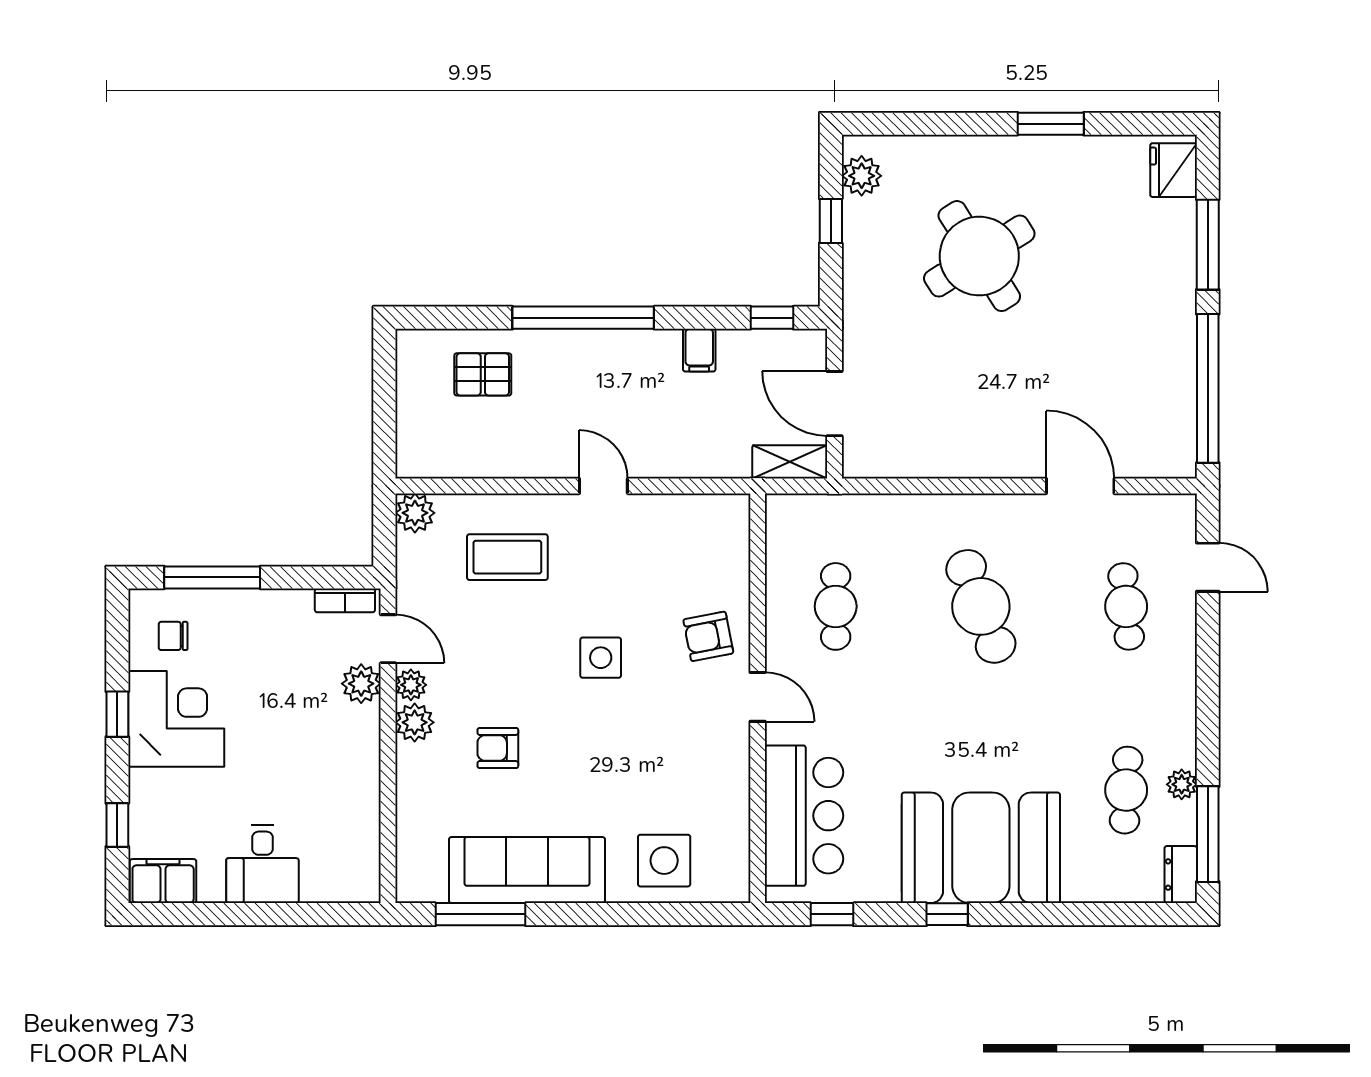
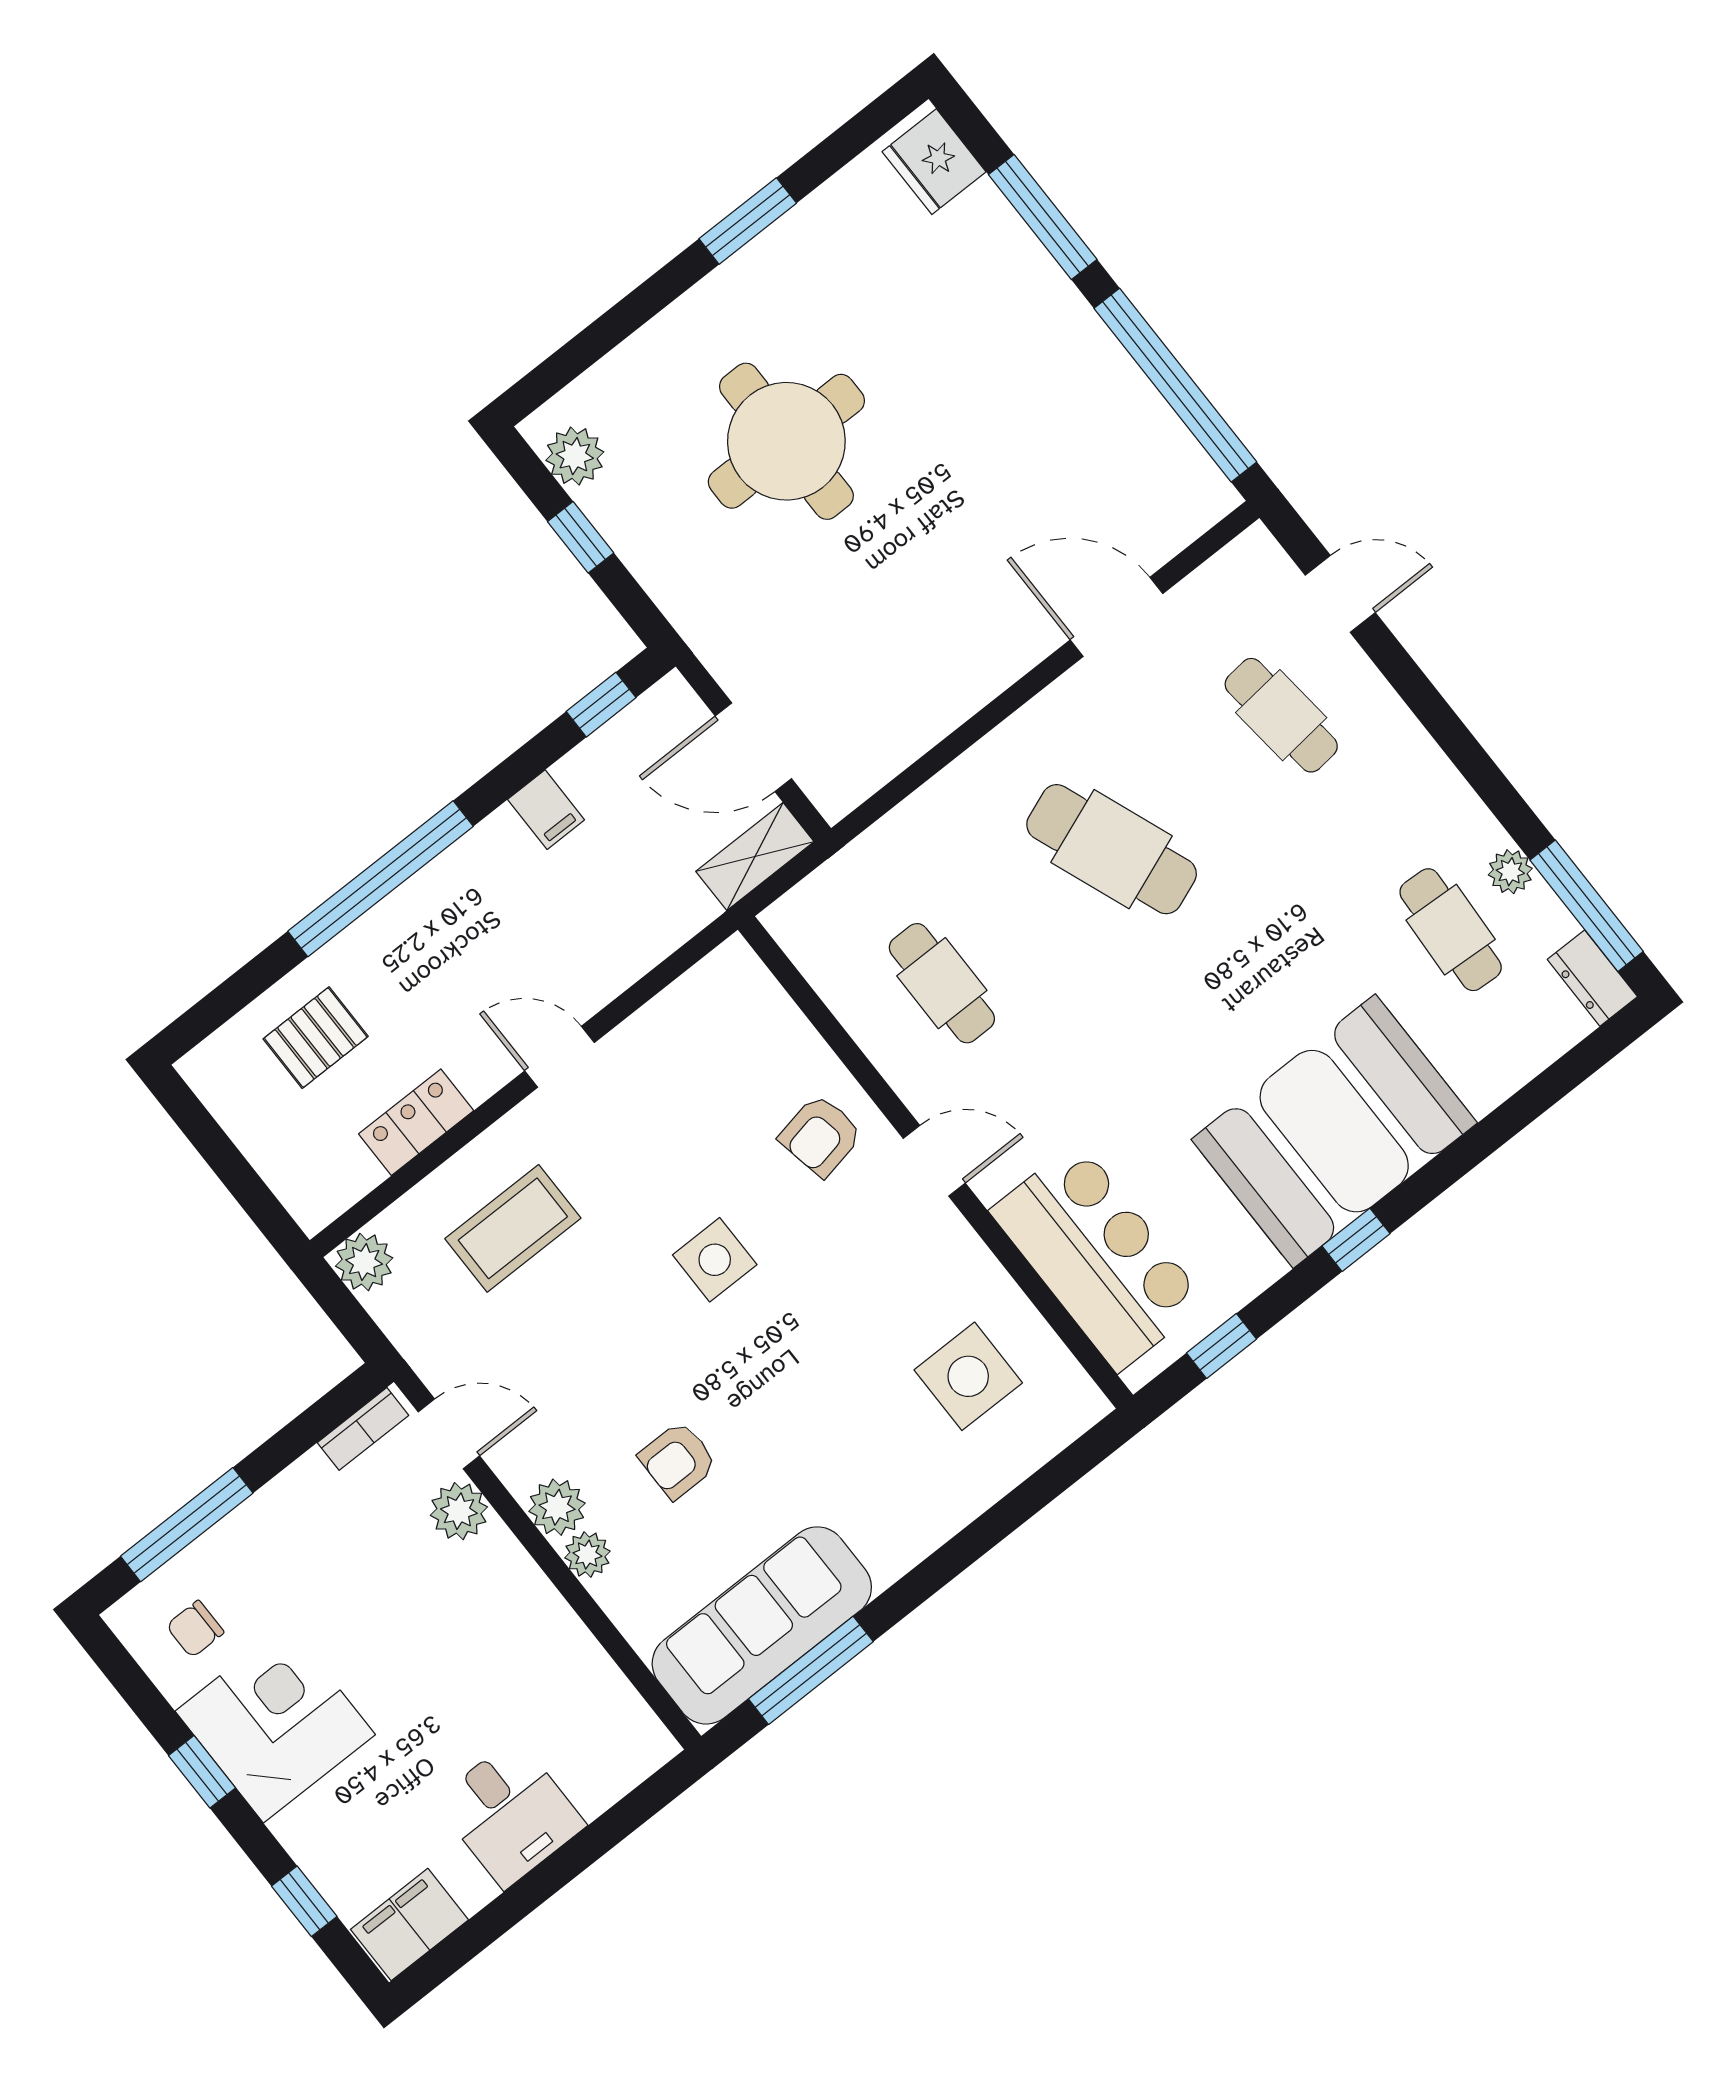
round table: (979, 256) -> (786, 441), turned 32
locker: (501, 461) -> (416, 1122), added
plant: (411, 685) -> (587, 1555), moved
side table: (664, 861) -> (968, 1376), moved
sofa: (527, 870) -> (762, 1625), moved

